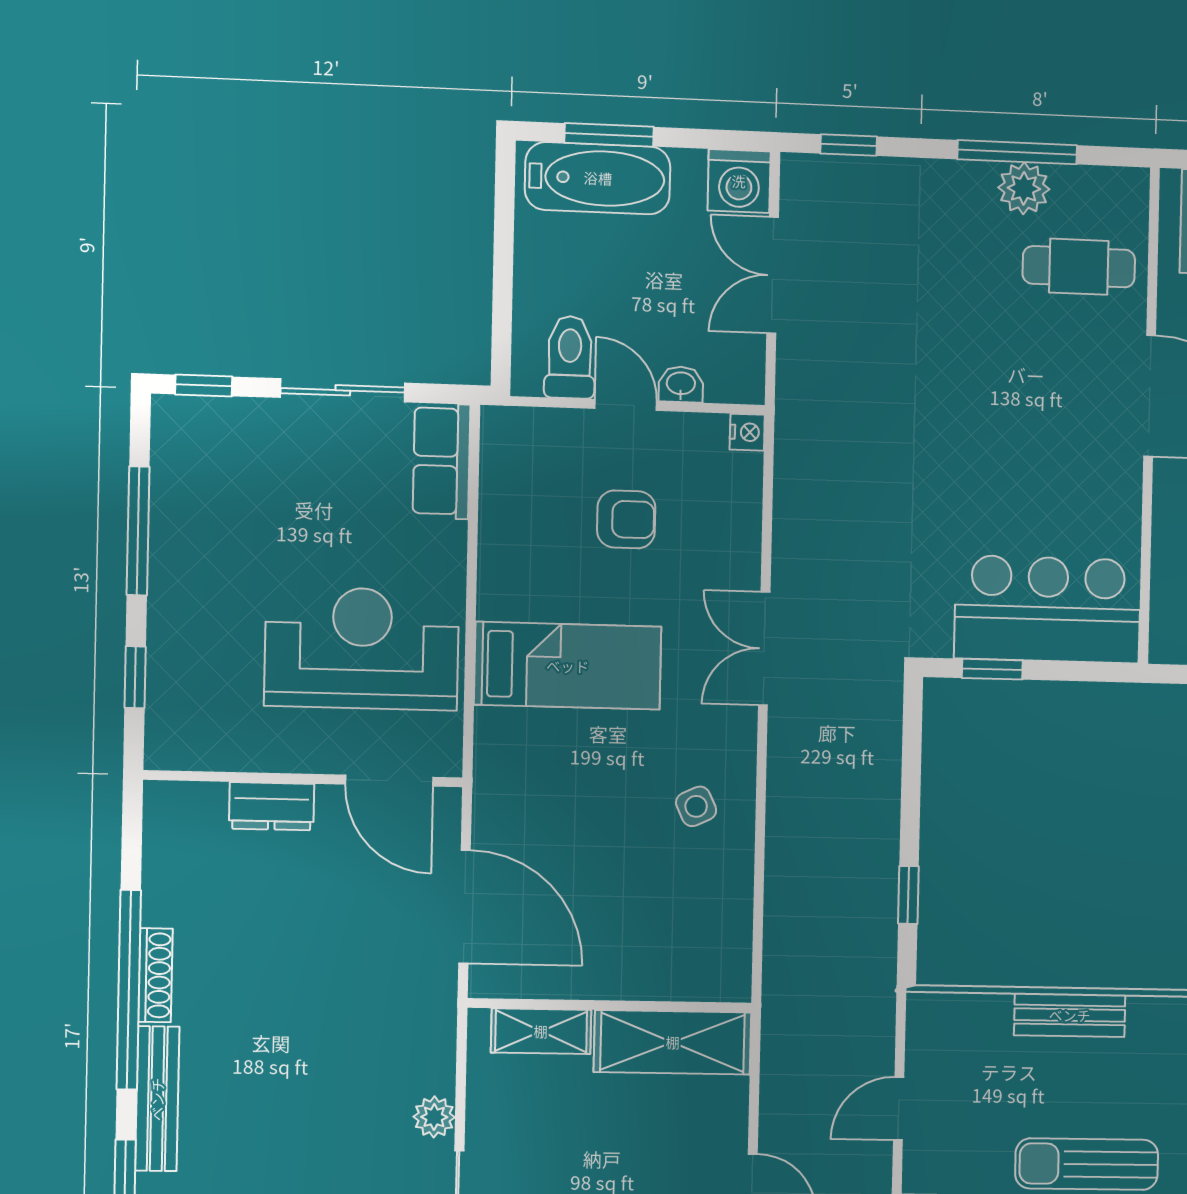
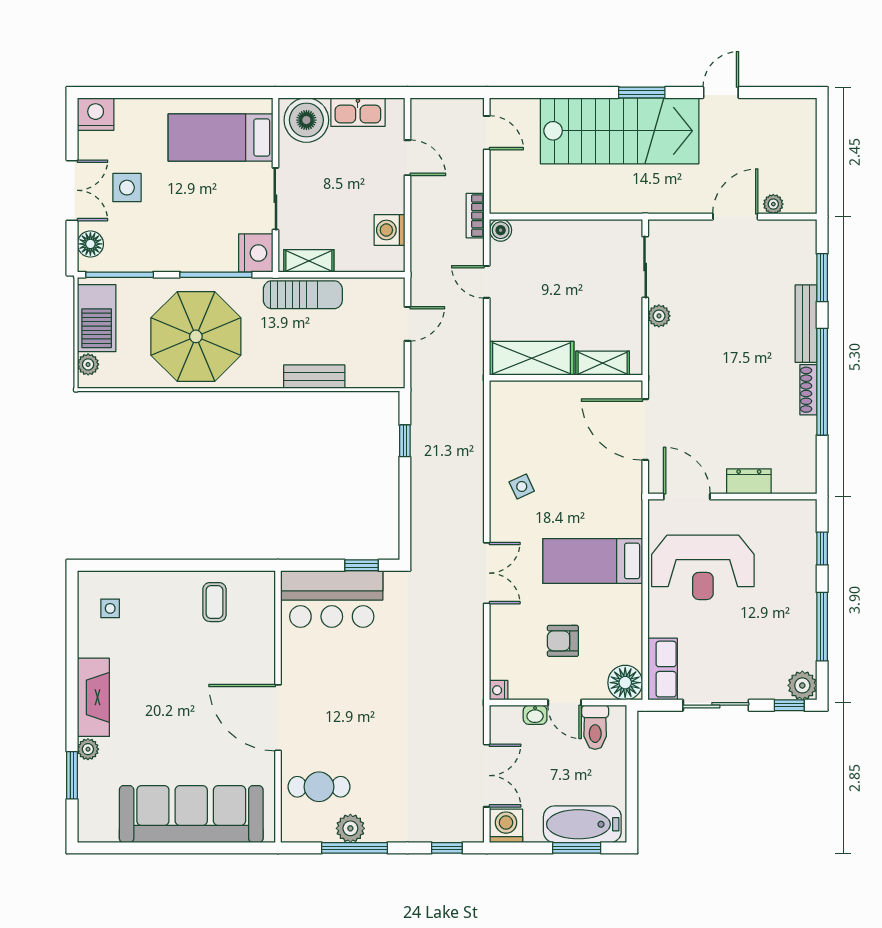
plant: (178, 422) -> (802, 685), added
floor lamp: (512, 438) -> (625, 683), added

